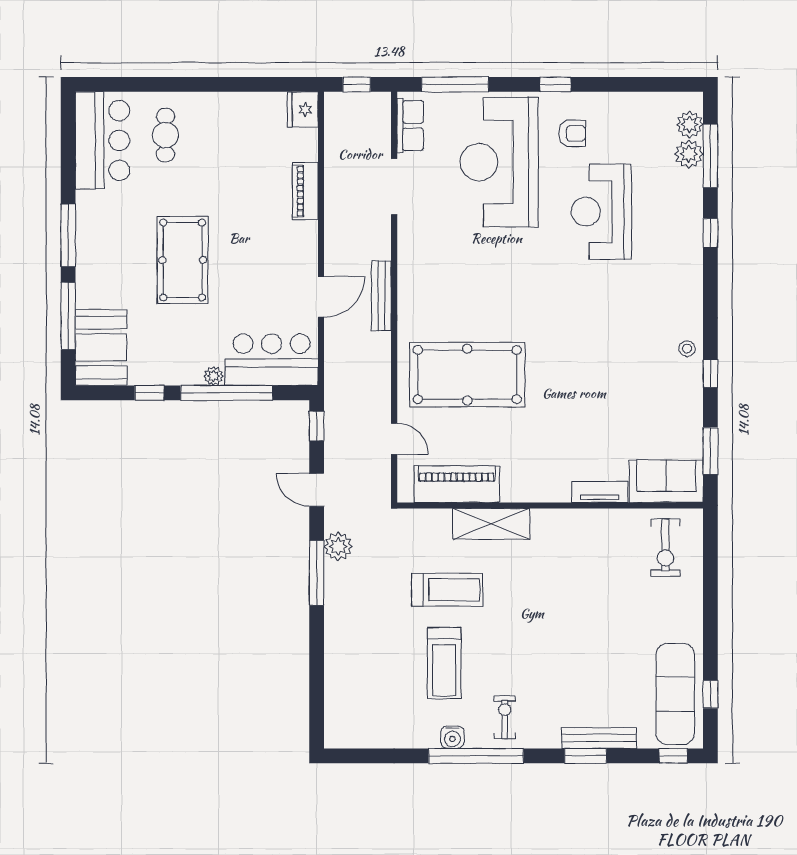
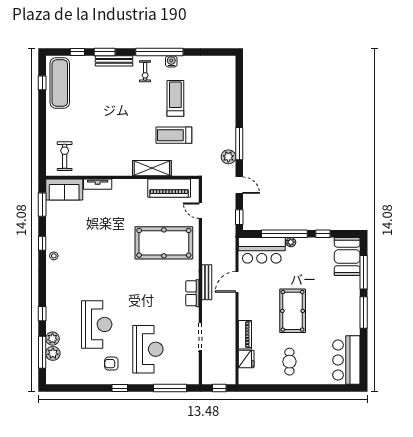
fridge: (303, 110) -> (246, 359), moved
plant: (690, 124) -> (52, 339), moved
row of seats: (410, 126) -> (192, 293), moved
cafe table: (165, 135) -> (289, 362), moved
reception desk: (499, 162) -> (148, 349), width x0.74, depth x0.77
pool table: (183, 260) -> (293, 311), moved
bench: (599, 738) -> (114, 61), moved
window: (673, 756) -> (77, 52), moved

